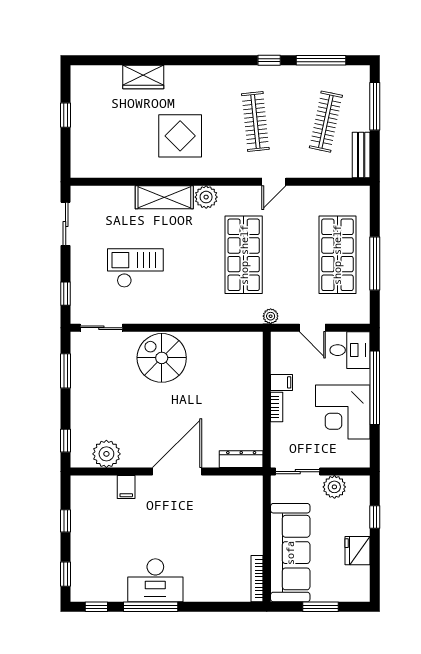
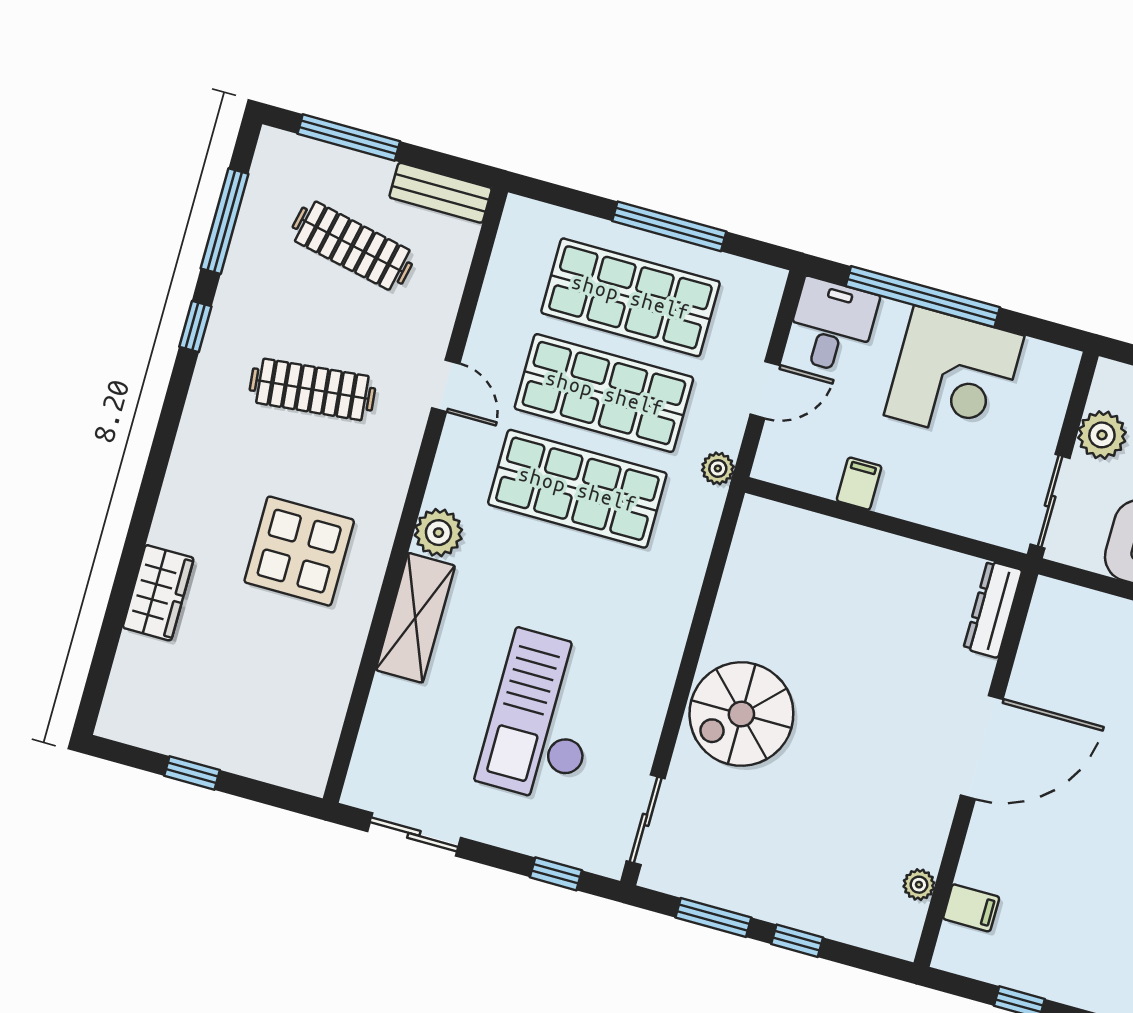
shop shelf: (291, 255) -> (604, 393), added
checkout: (135, 268) -> (543, 717), width x1.36, depth x1.21
bookcase: (277, 407) -> (906, 507), removed
window: (66, 441) -> (797, 941), moved
plant: (106, 454) -> (919, 885), width x0.53, depth x0.53
door: (177, 472) -> (982, 747), swing flipped
filing cabinet: (126, 487) -> (971, 908), moved

